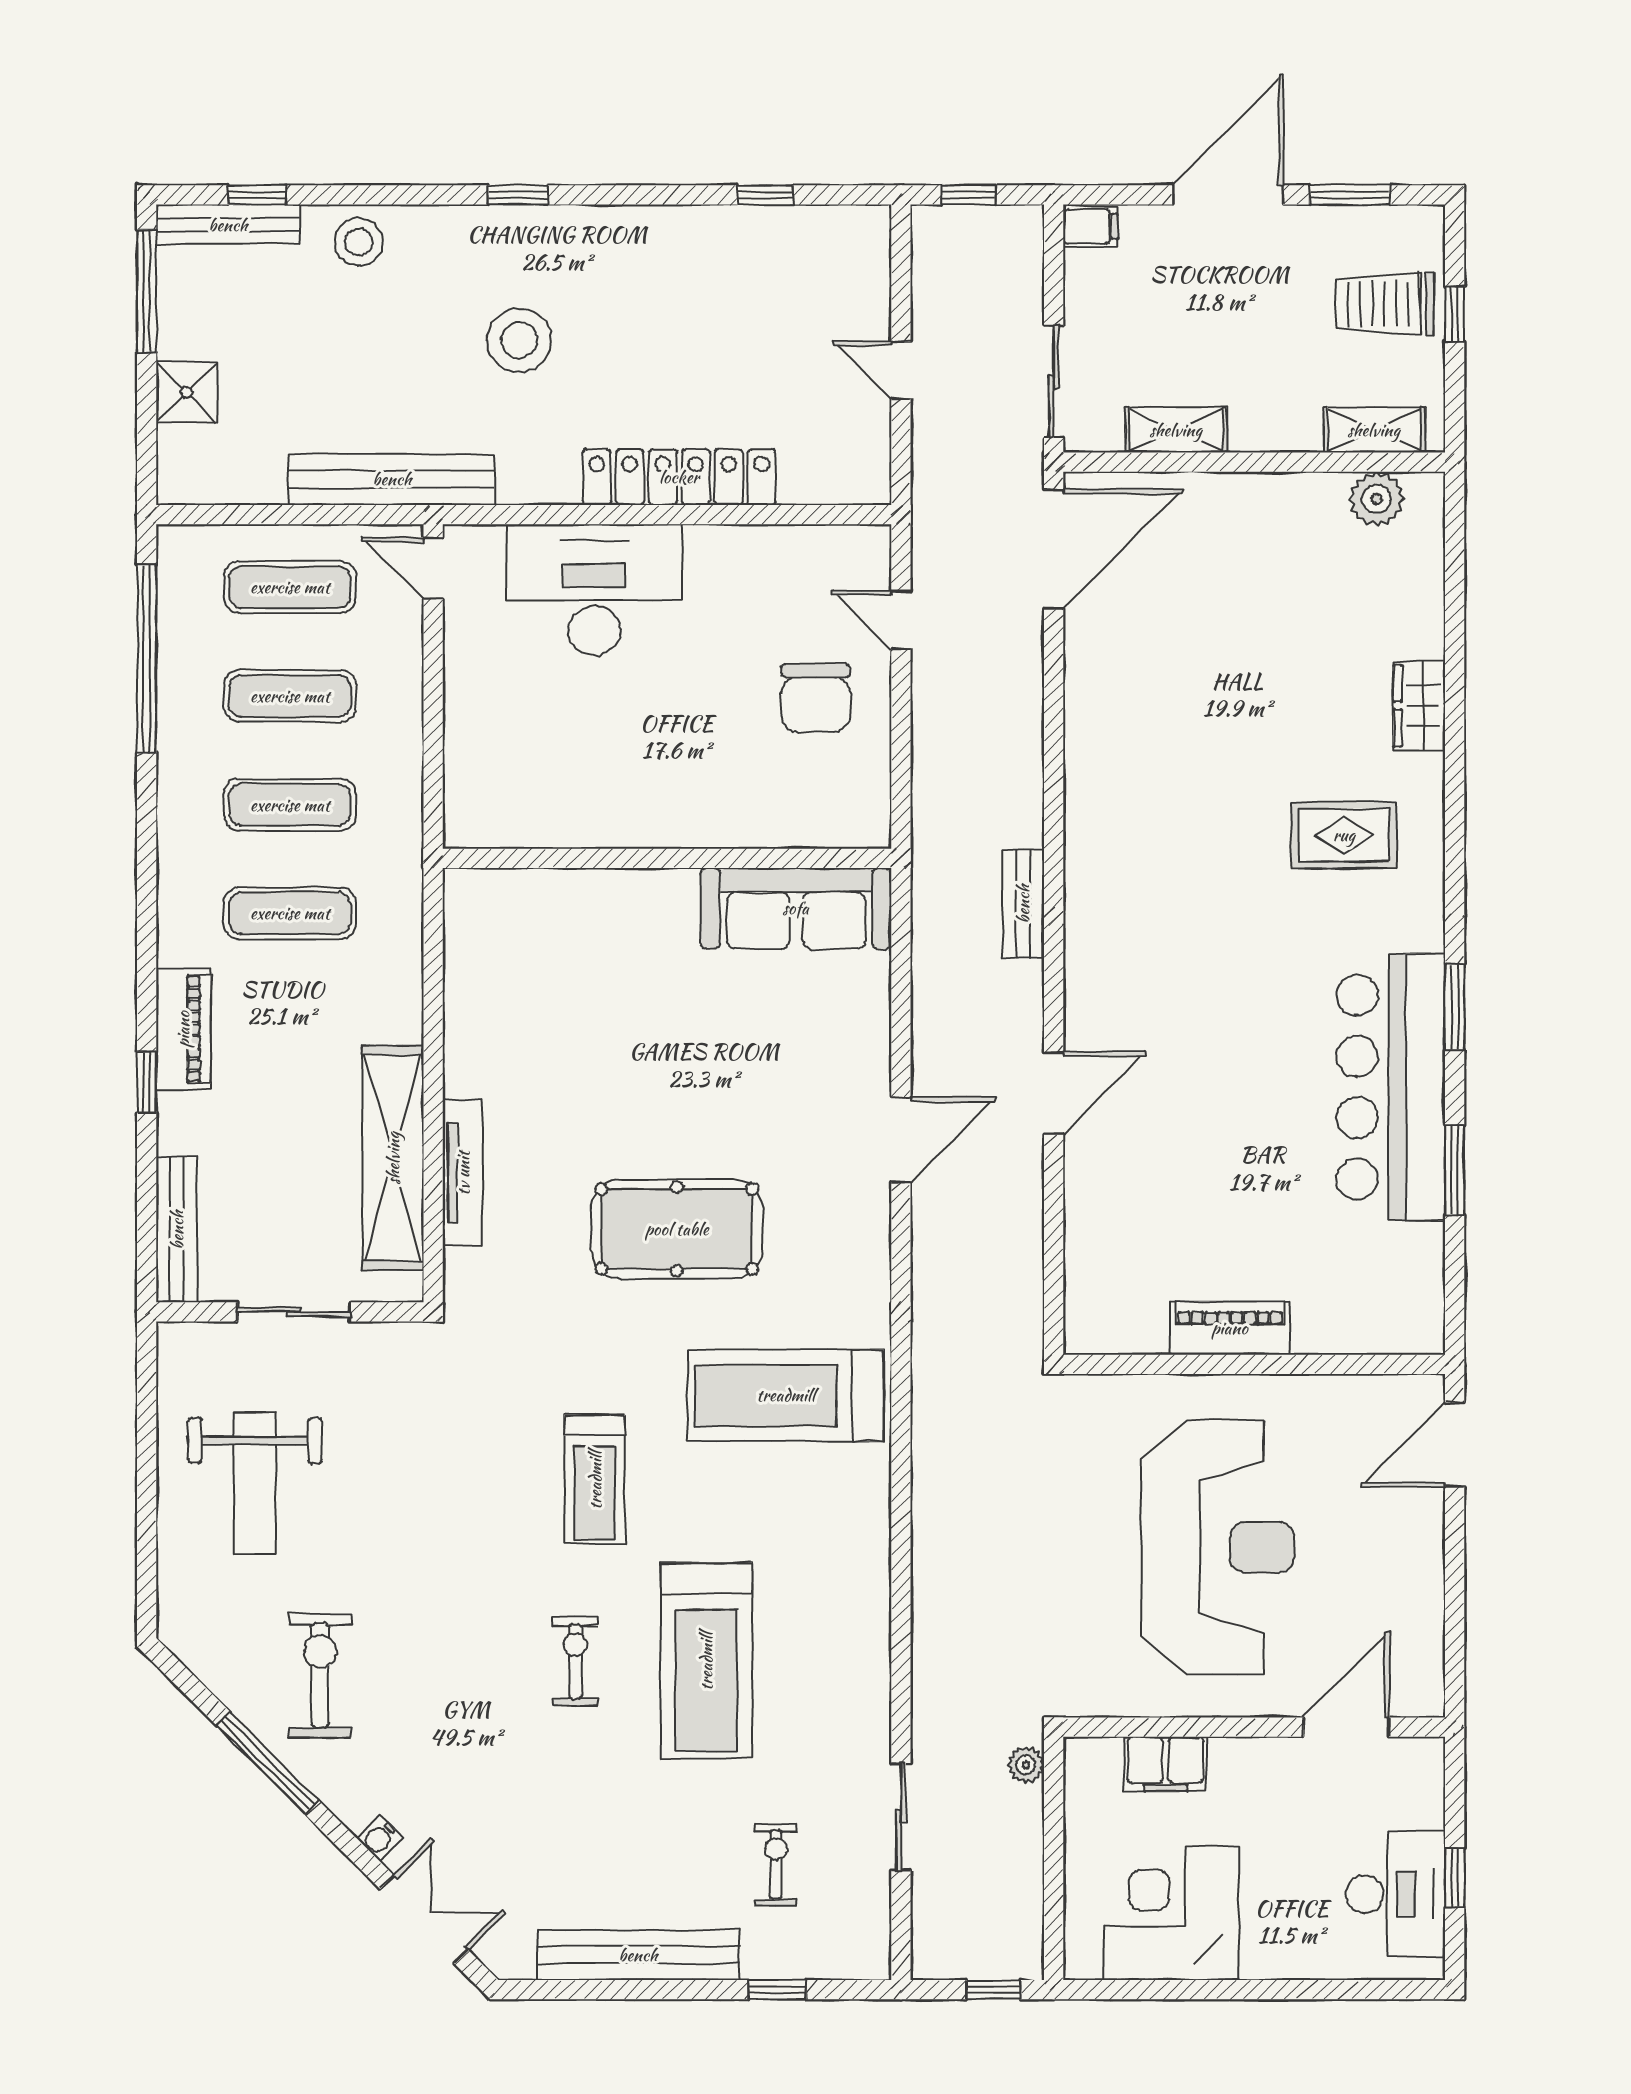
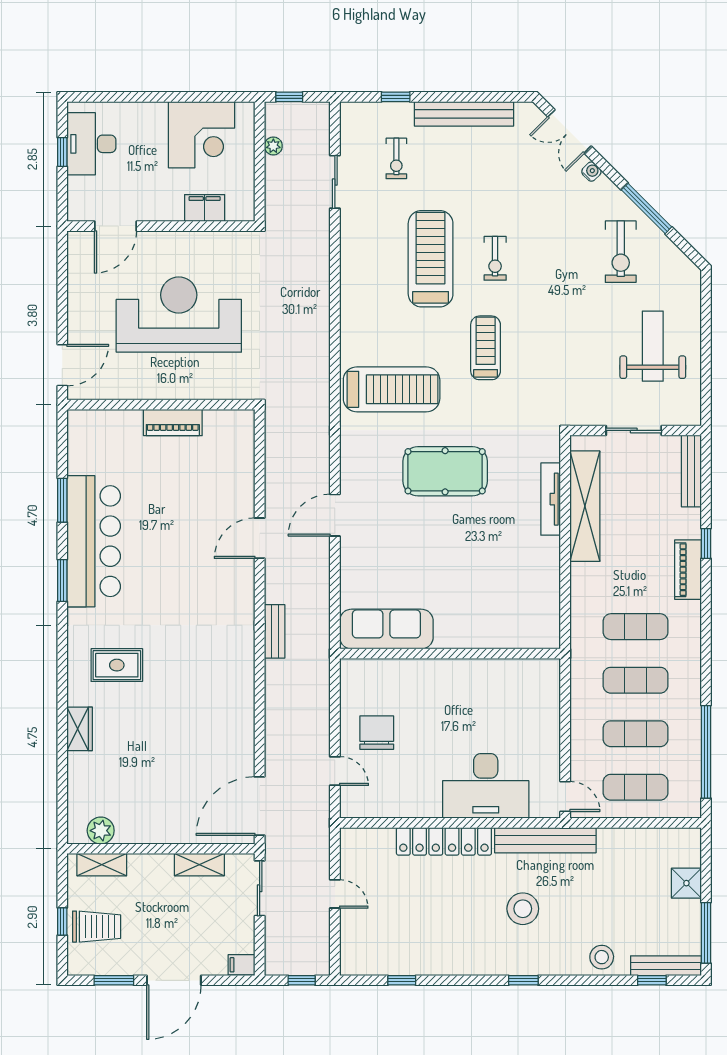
bench: (392, 479) -> (545, 840), moved
reception desk: (1218, 1547) -> (179, 315), turned 90
plant: (1026, 1765) -> (273, 146), moved

